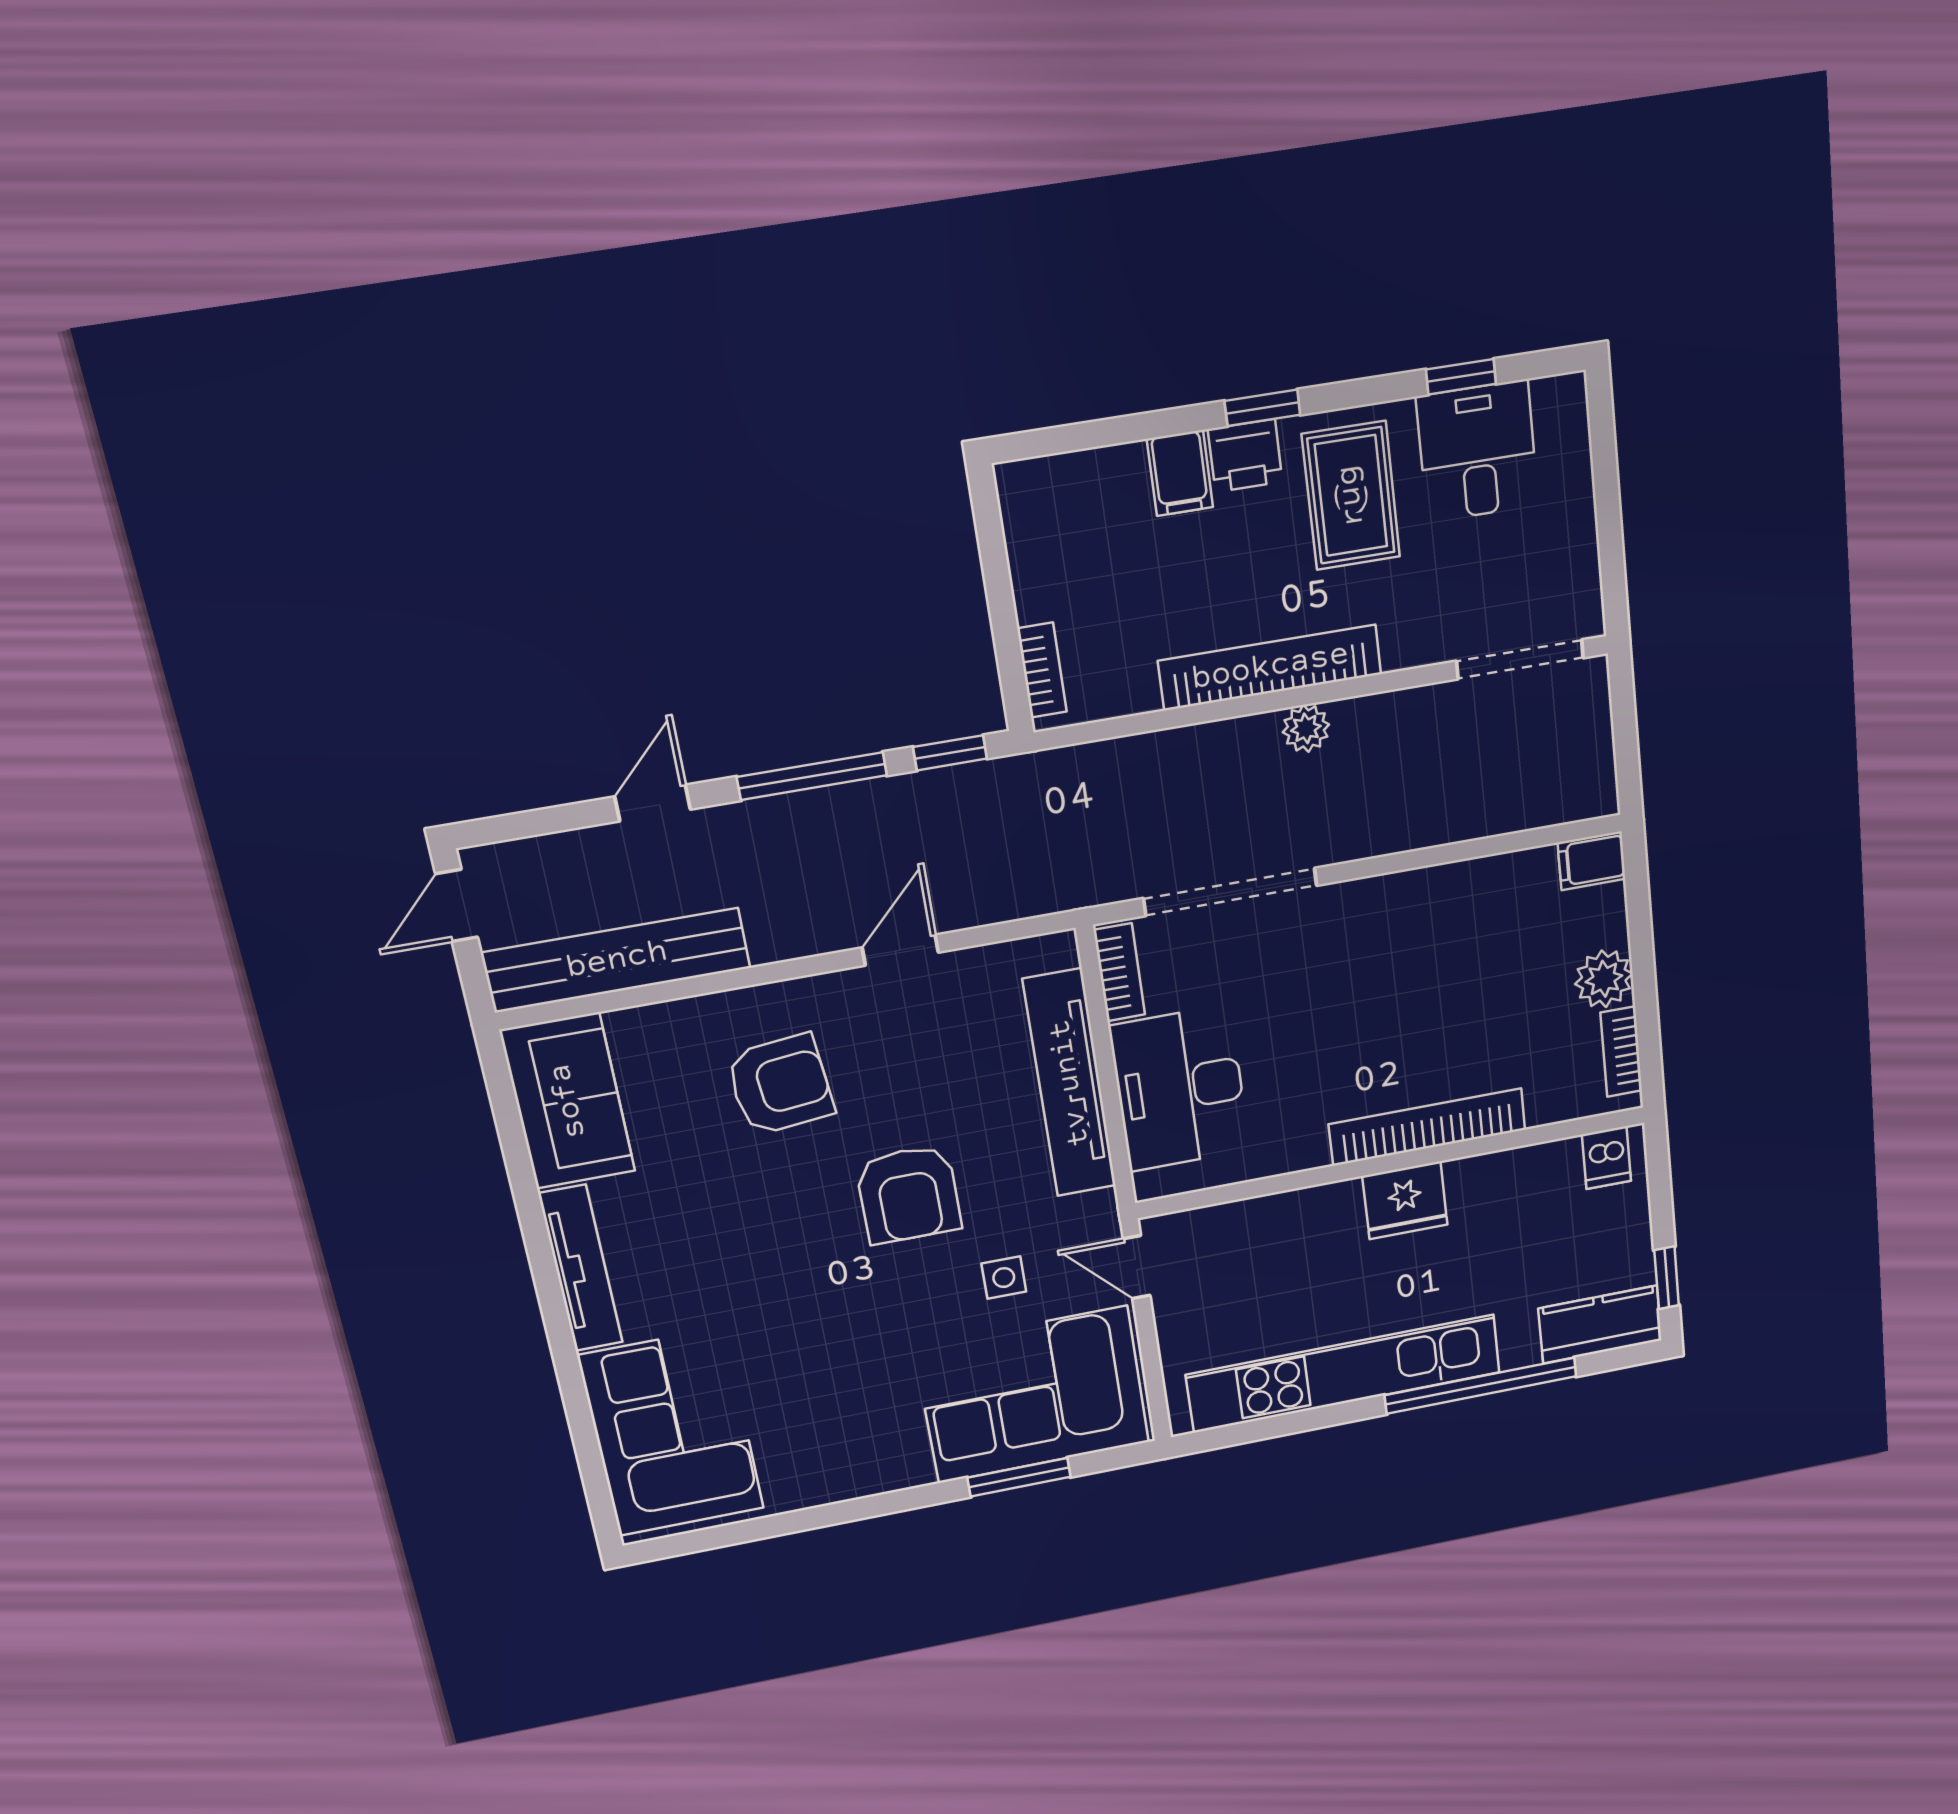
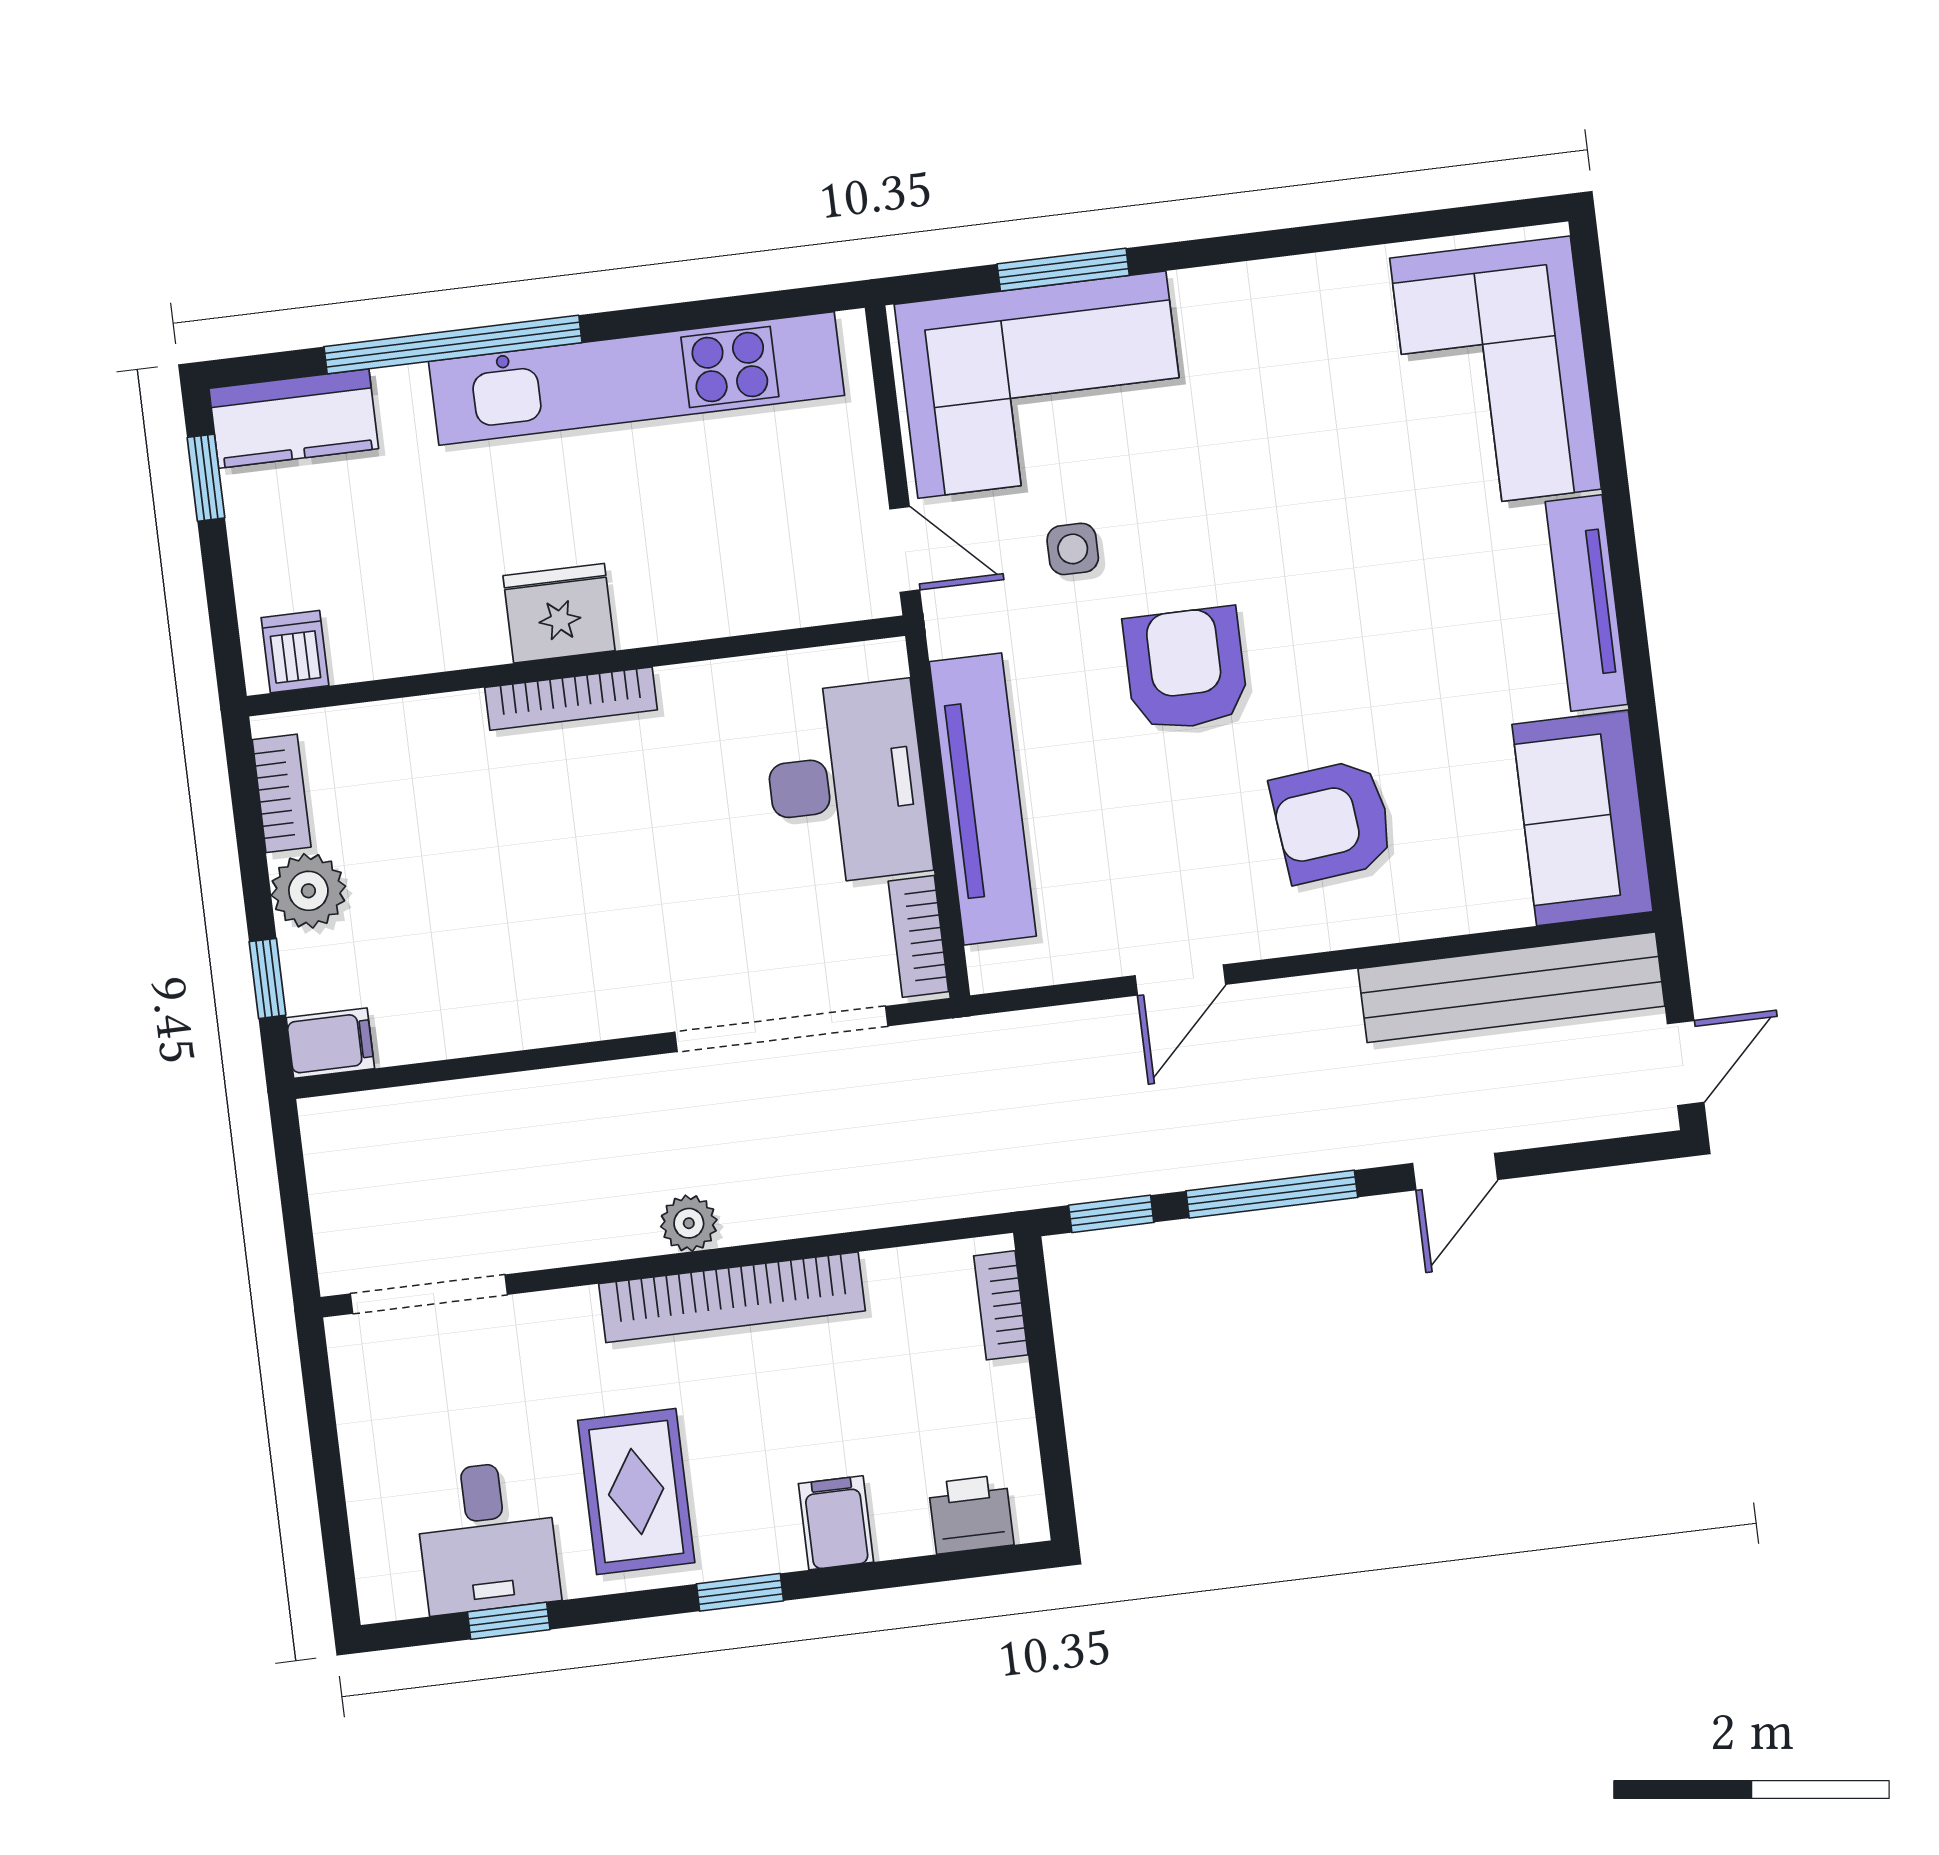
printer: (1245, 456) -> (971, 1514), moved
window: (1639, 909) -> (267, 978), added
bookcase: (1427, 1127) -> (571, 699), width x0.68, depth x0.76

